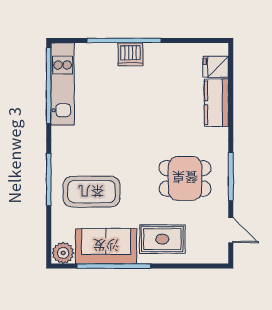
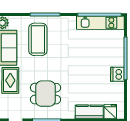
dishwasher: (130, 54) -> (117, 74), moved
dining table: (185, 178) -> (45, 94), turned 90

